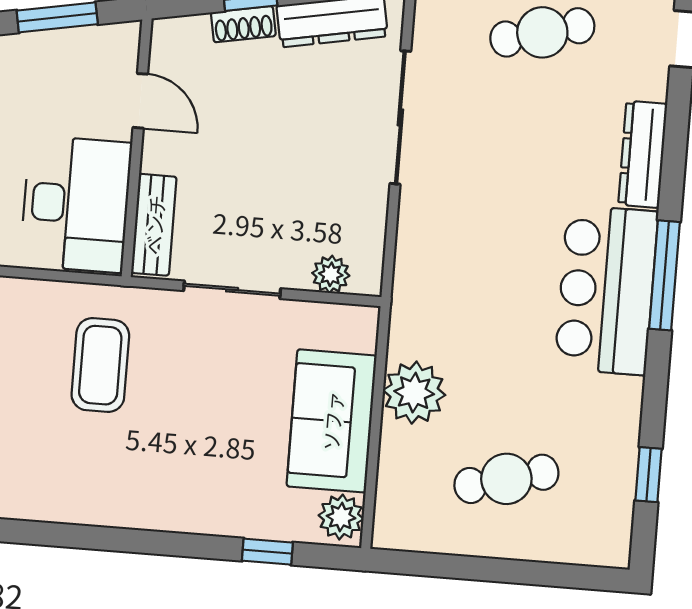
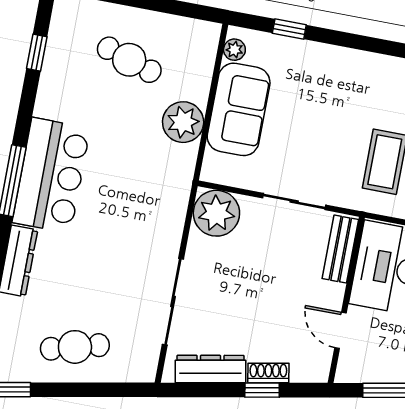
plant: (331, 274) -> (216, 213), width x1.87, depth x1.87
cafe table: (506, 479) -> (129, 60), turned 33
plant: (341, 517) -> (234, 50), width x0.73, depth x0.73

